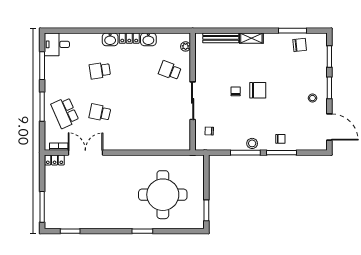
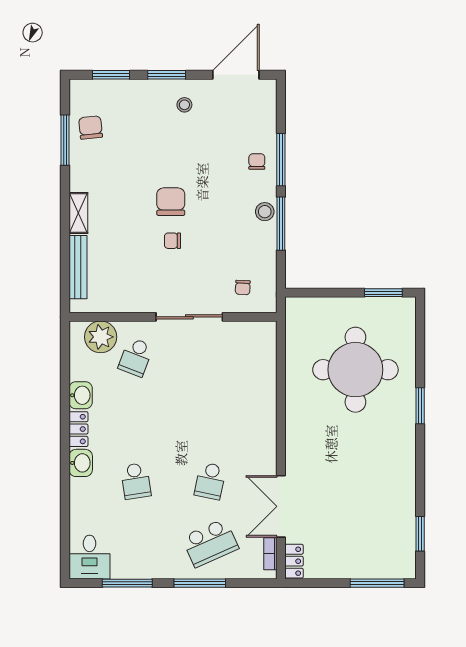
plant: (186, 46) -> (101, 337), width x1.88, depth x1.88

